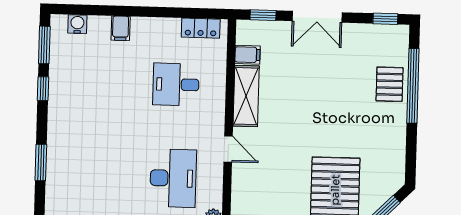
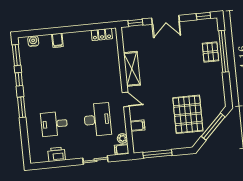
filing cabinet: (247, 55) -> (138, 126), moved
desk: (176, 84) -> (54, 124), moved
window: (41, 162) -> (22, 107), moved

